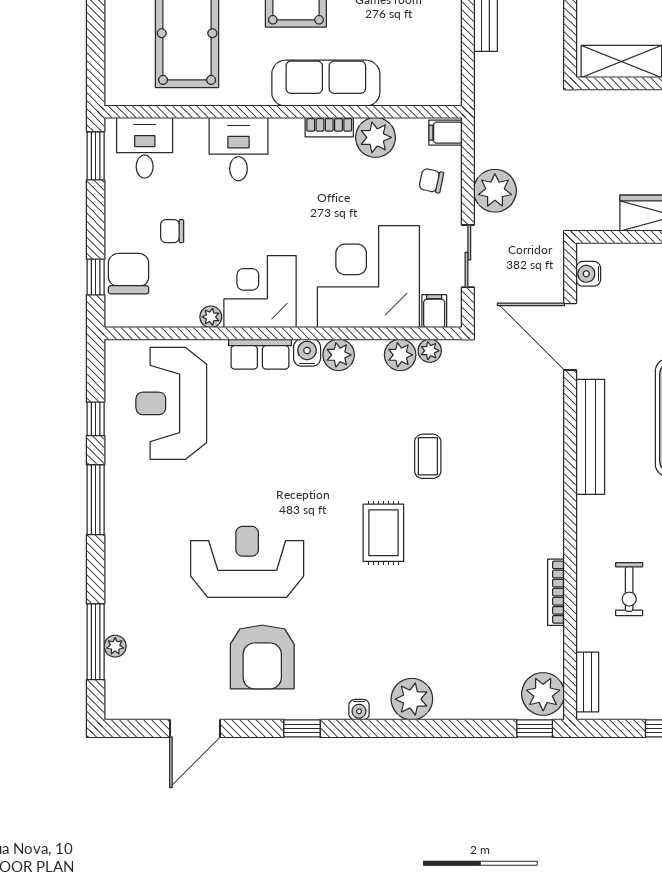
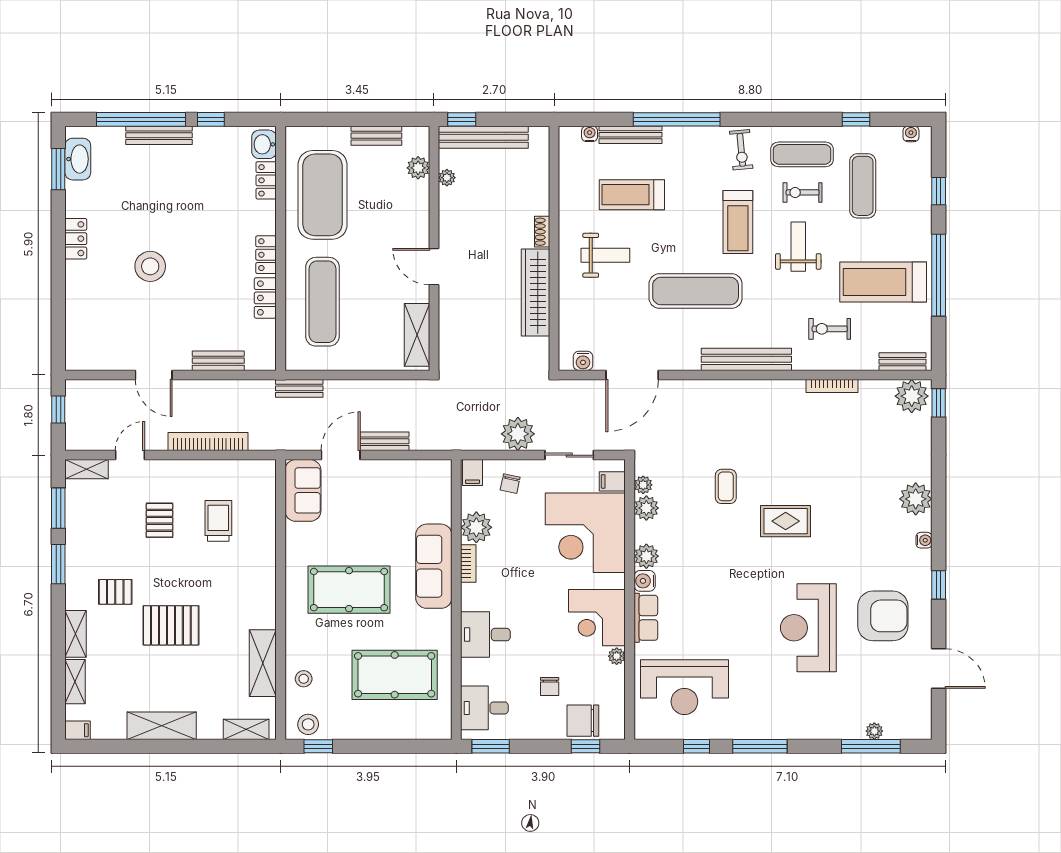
bench: (590, 437) -> (746, 359), moved
coffee table: (428, 456) -> (726, 486), turned 90
exercise bike: (629, 589) -> (830, 329), turned 180

